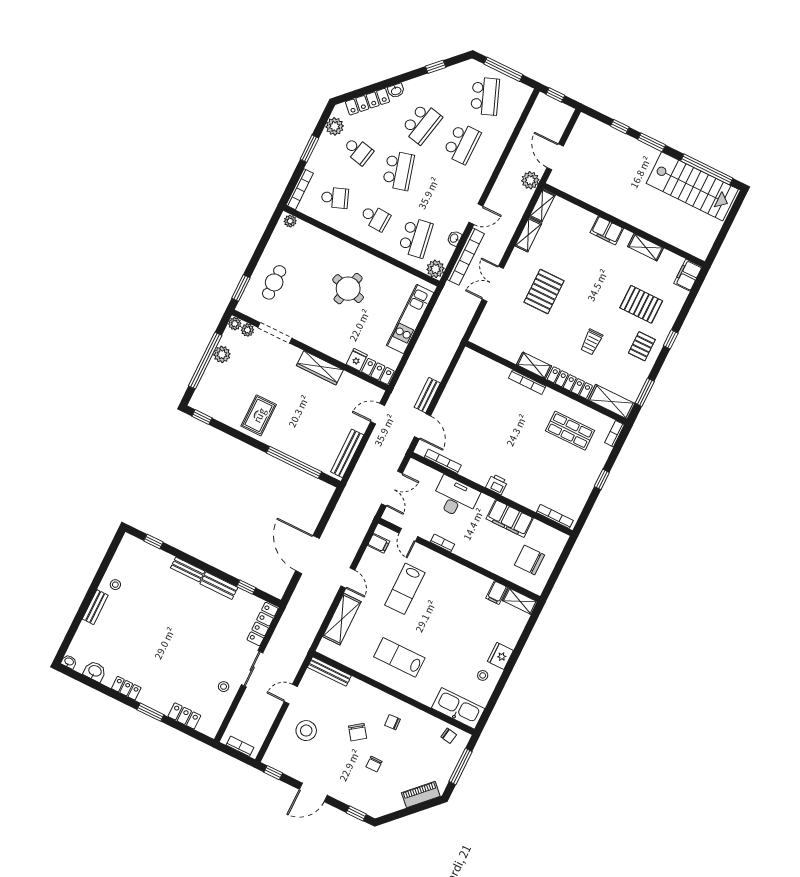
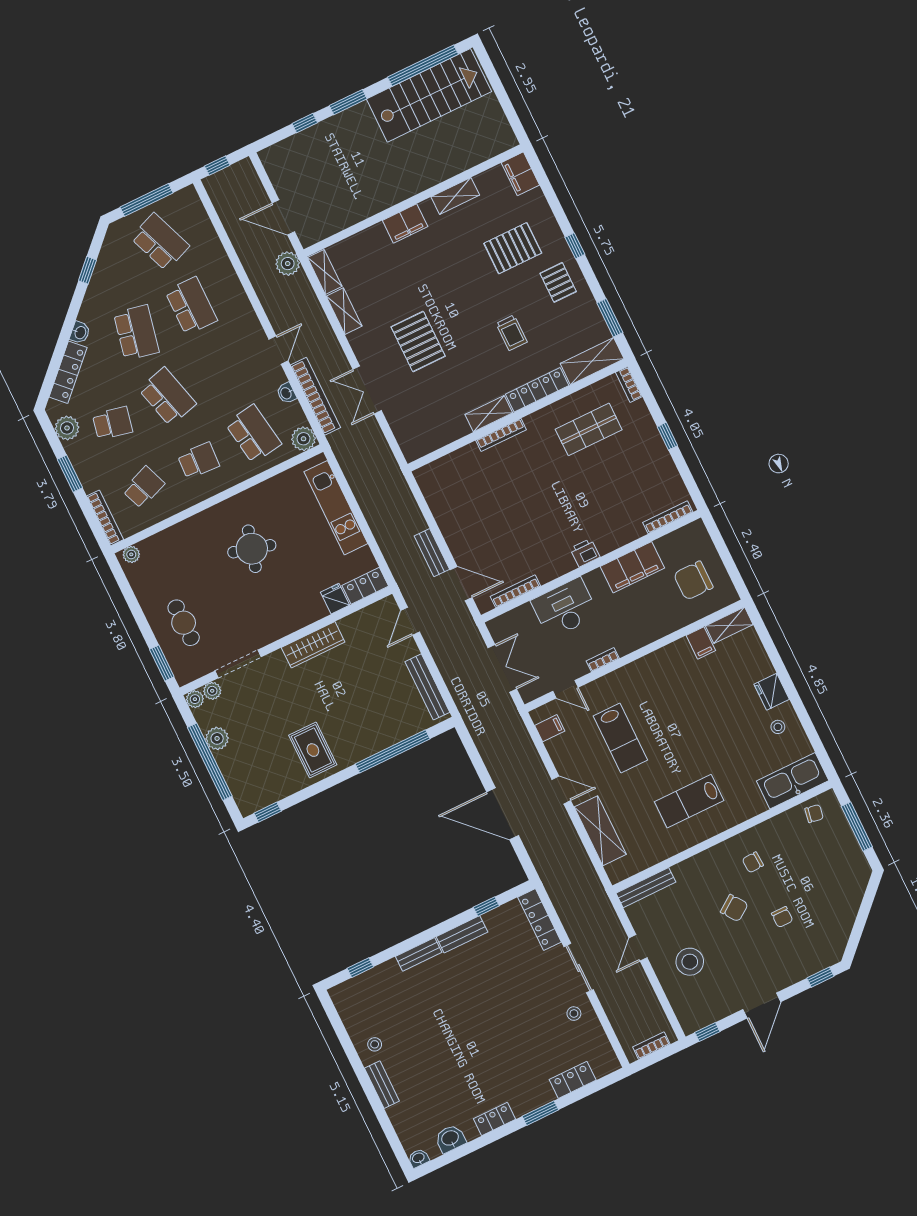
piano: (421, 794) -> (854, 892), removed

